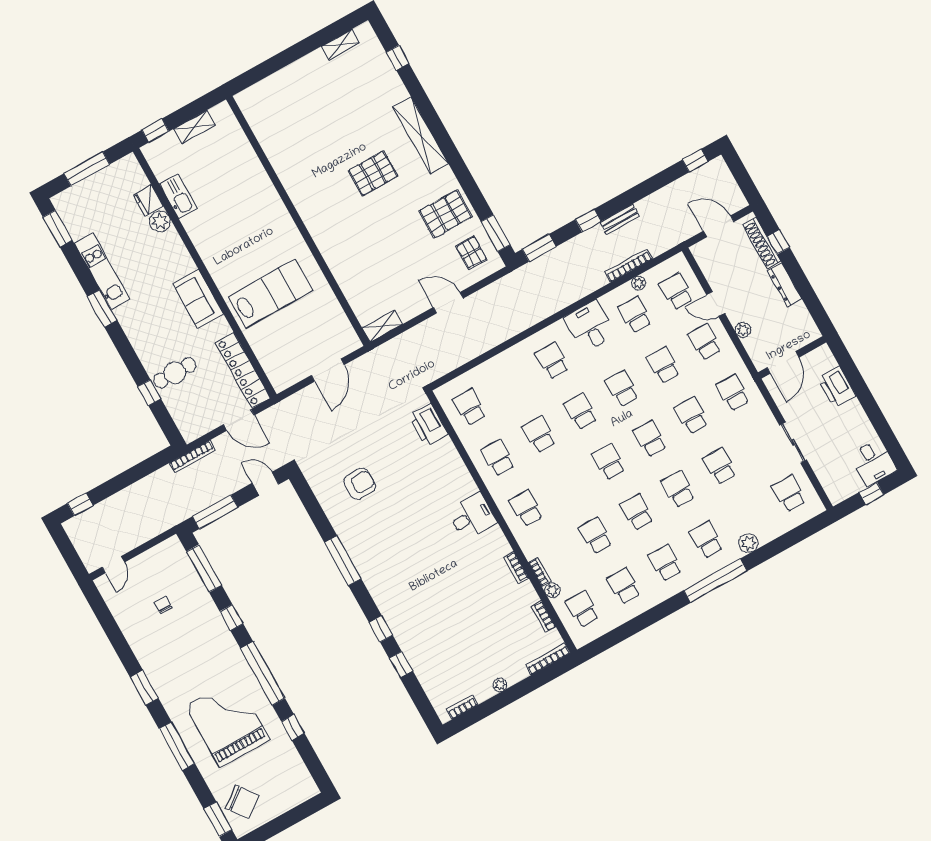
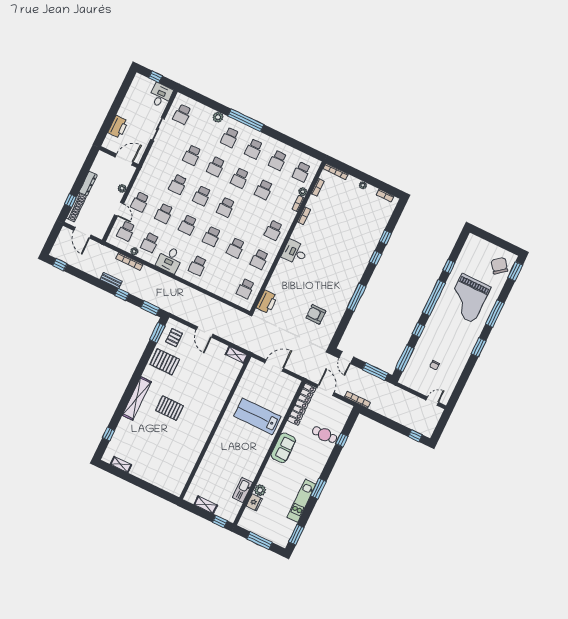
school desk: (733, 393) -> (154, 173), removed
desk: (873, 462) -> (161, 96), moved

